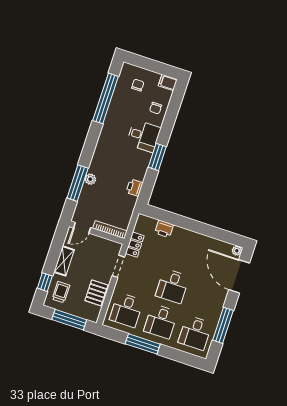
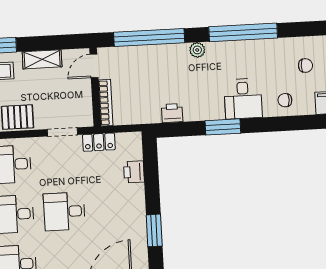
window: (106, 98) -> (243, 32), moved
plant: (90, 179) -> (197, 50), moved
window: (78, 183) -> (149, 37), width x1.46
door: (82, 228) -> (94, 66), hinge flipped
window: (209, 231) -> (154, 230), added

